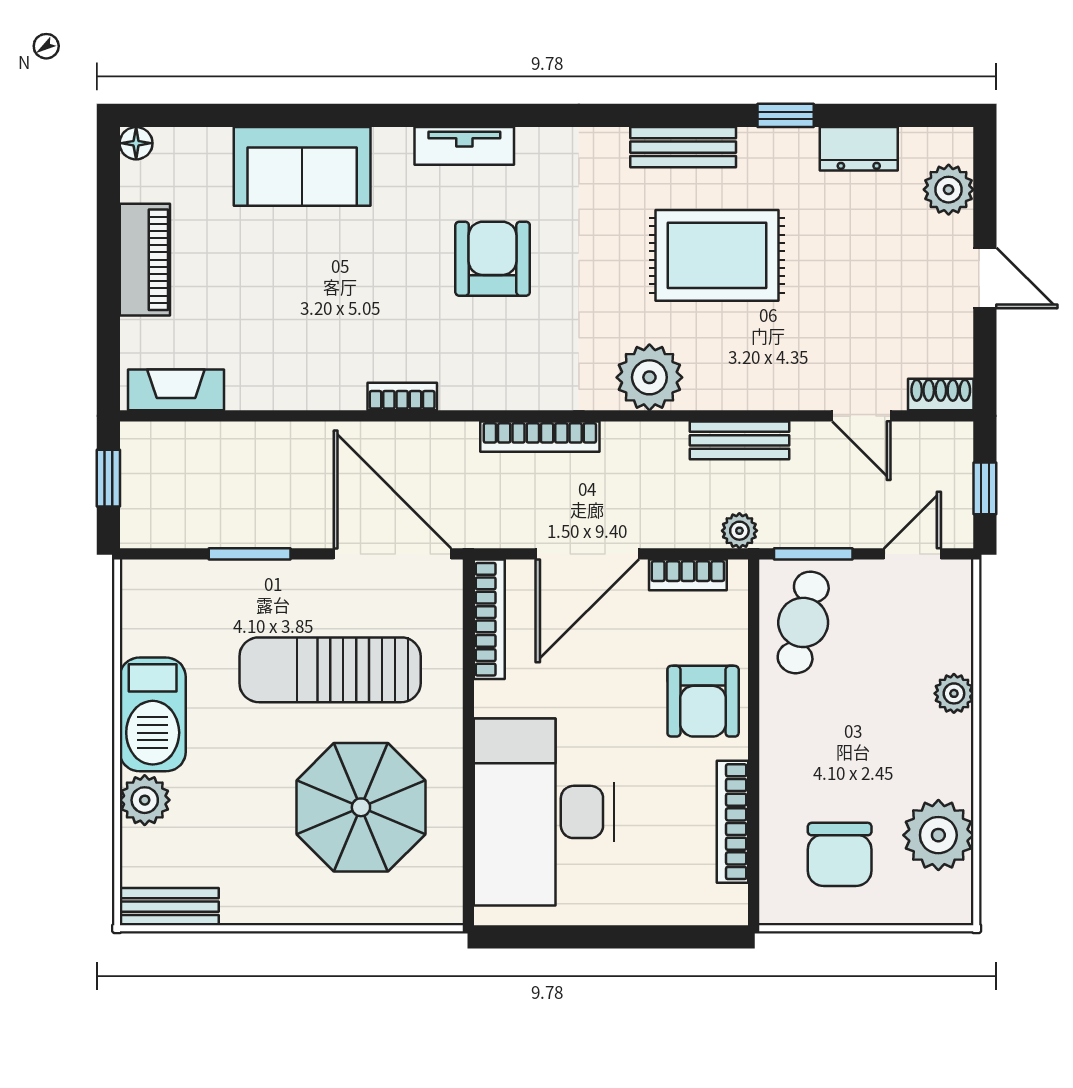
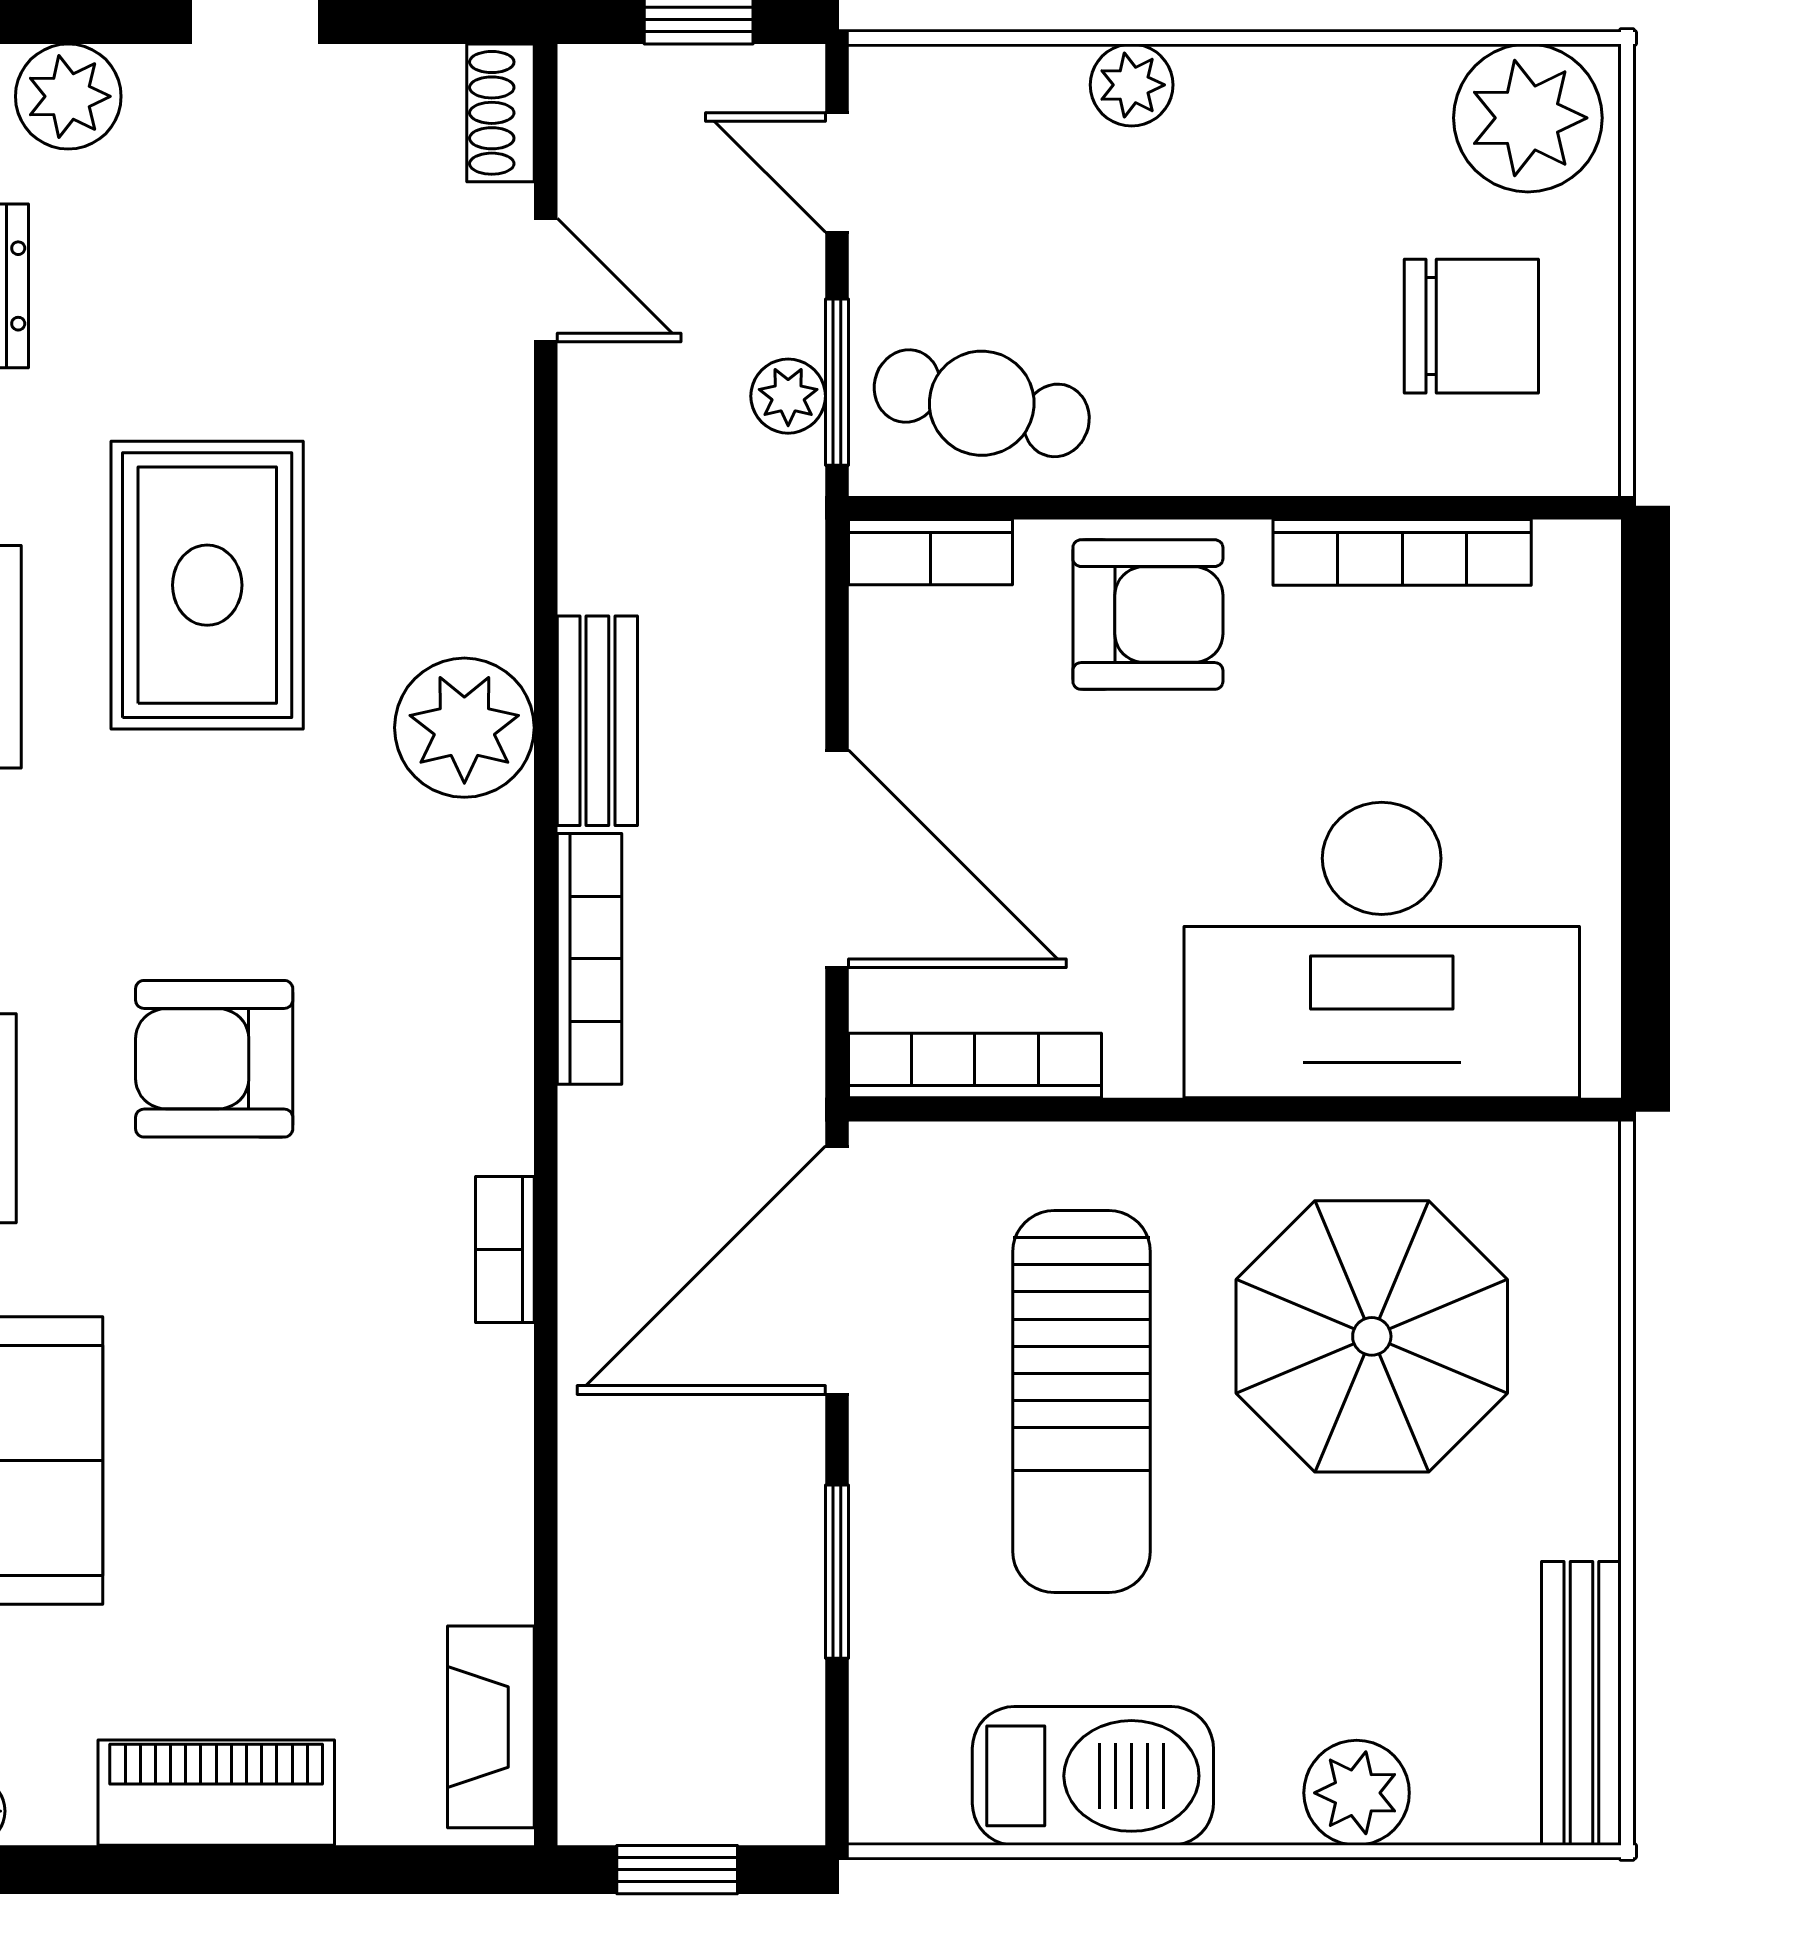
door: (861, 416) -> (546, 280), hinge flipped
bench: (739, 440) -> (597, 721), moved
plant: (739, 531) -> (788, 396), moved
bookcase: (688, 575) -> (930, 552), moved, turned 90
barbecue: (153, 714) -> (1093, 1776), moved
plant: (938, 835) -> (1528, 118), moved
bench: (169, 907) -> (1581, 1703), width x1.36

